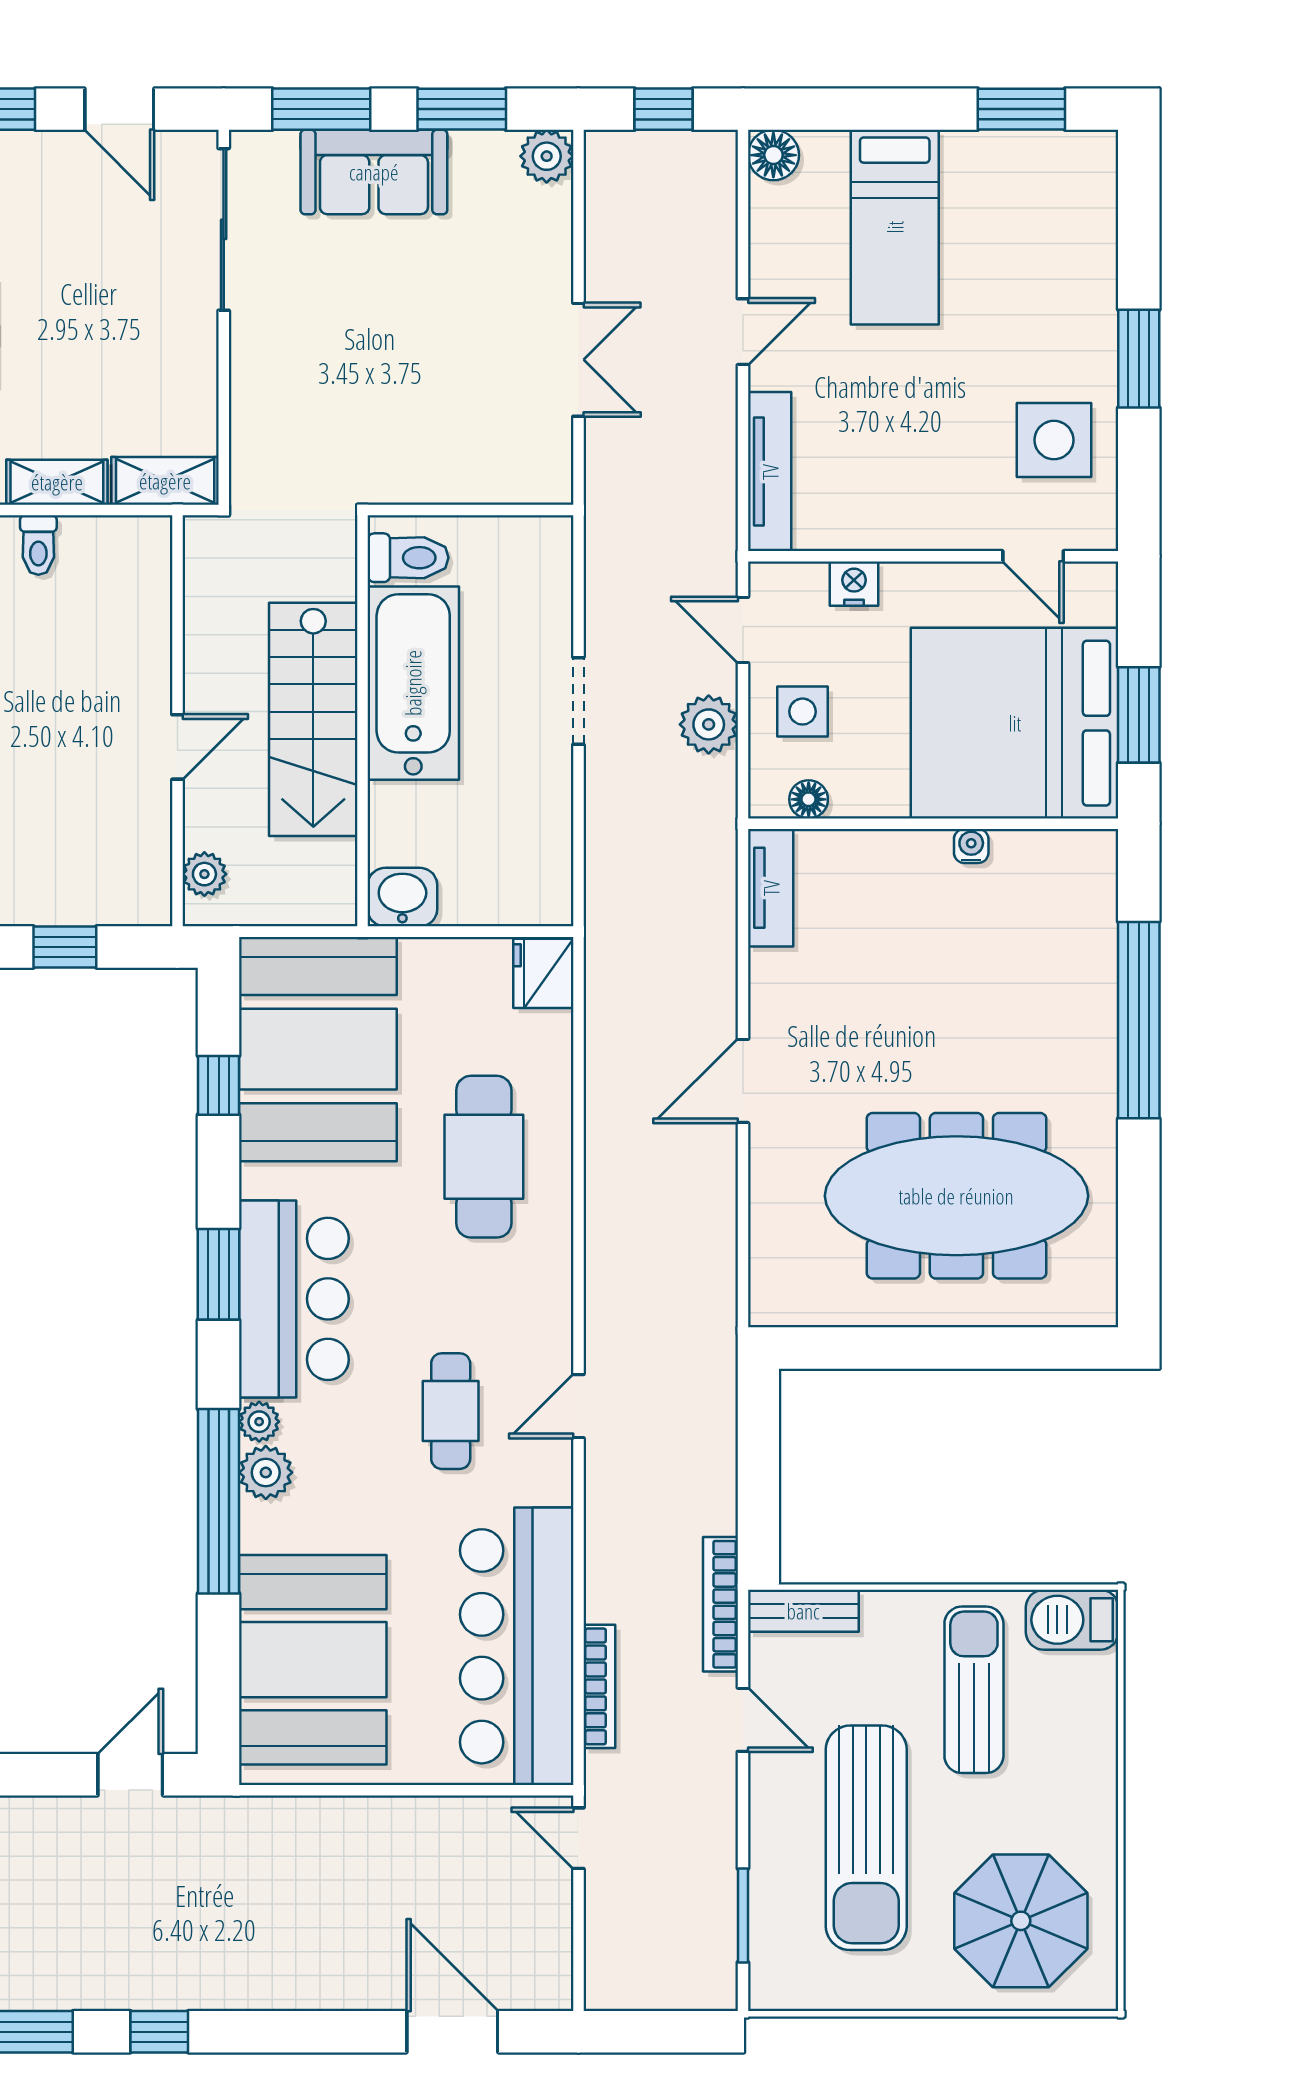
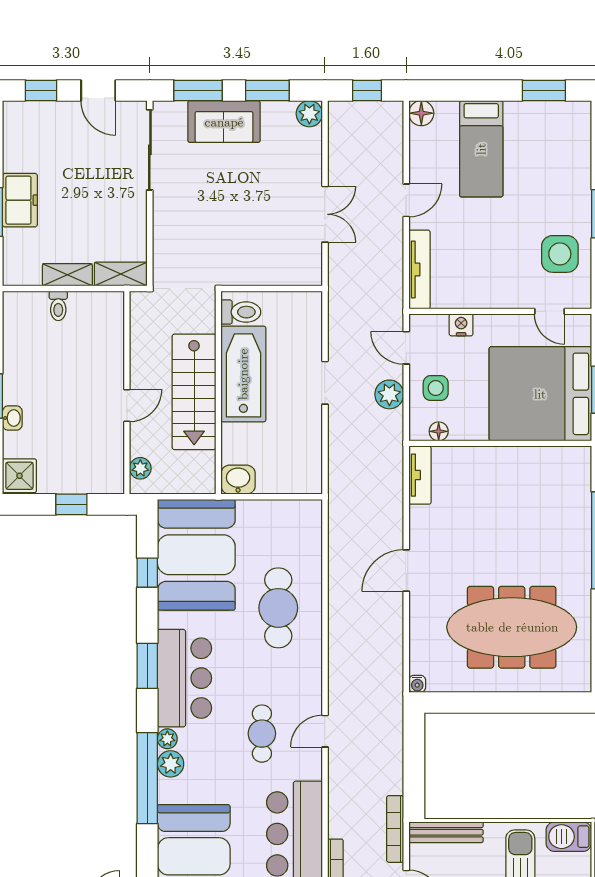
water cooler: (971, 846) -> (417, 684), moved, turned 180
fridge: (543, 973) -> (308, 517), removed
bench: (803, 1611) -> (446, 832), width x1.36

